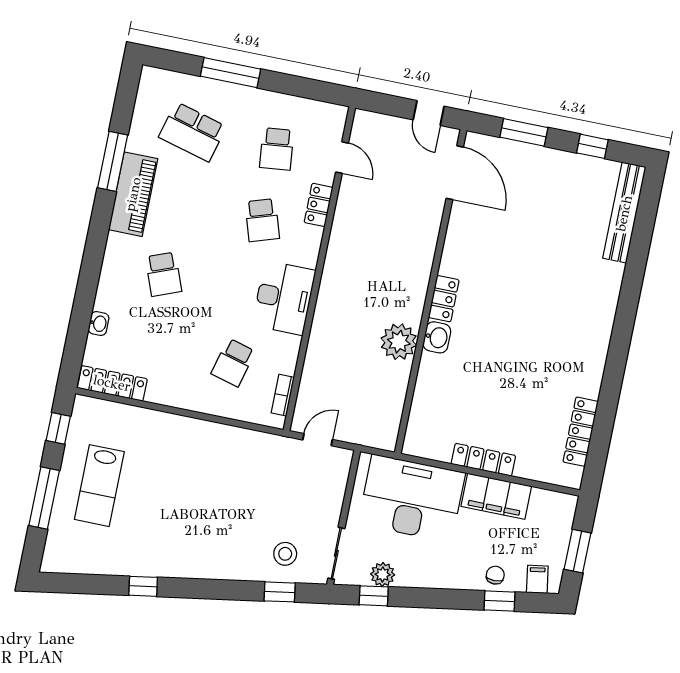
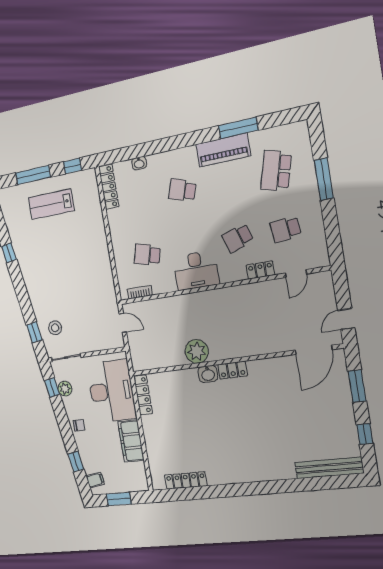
school desk: (163, 274) -> (182, 190), turned 39
locker: (483, 460) -> (143, 395), moved
chair: (495, 575) -> (79, 425), moved

